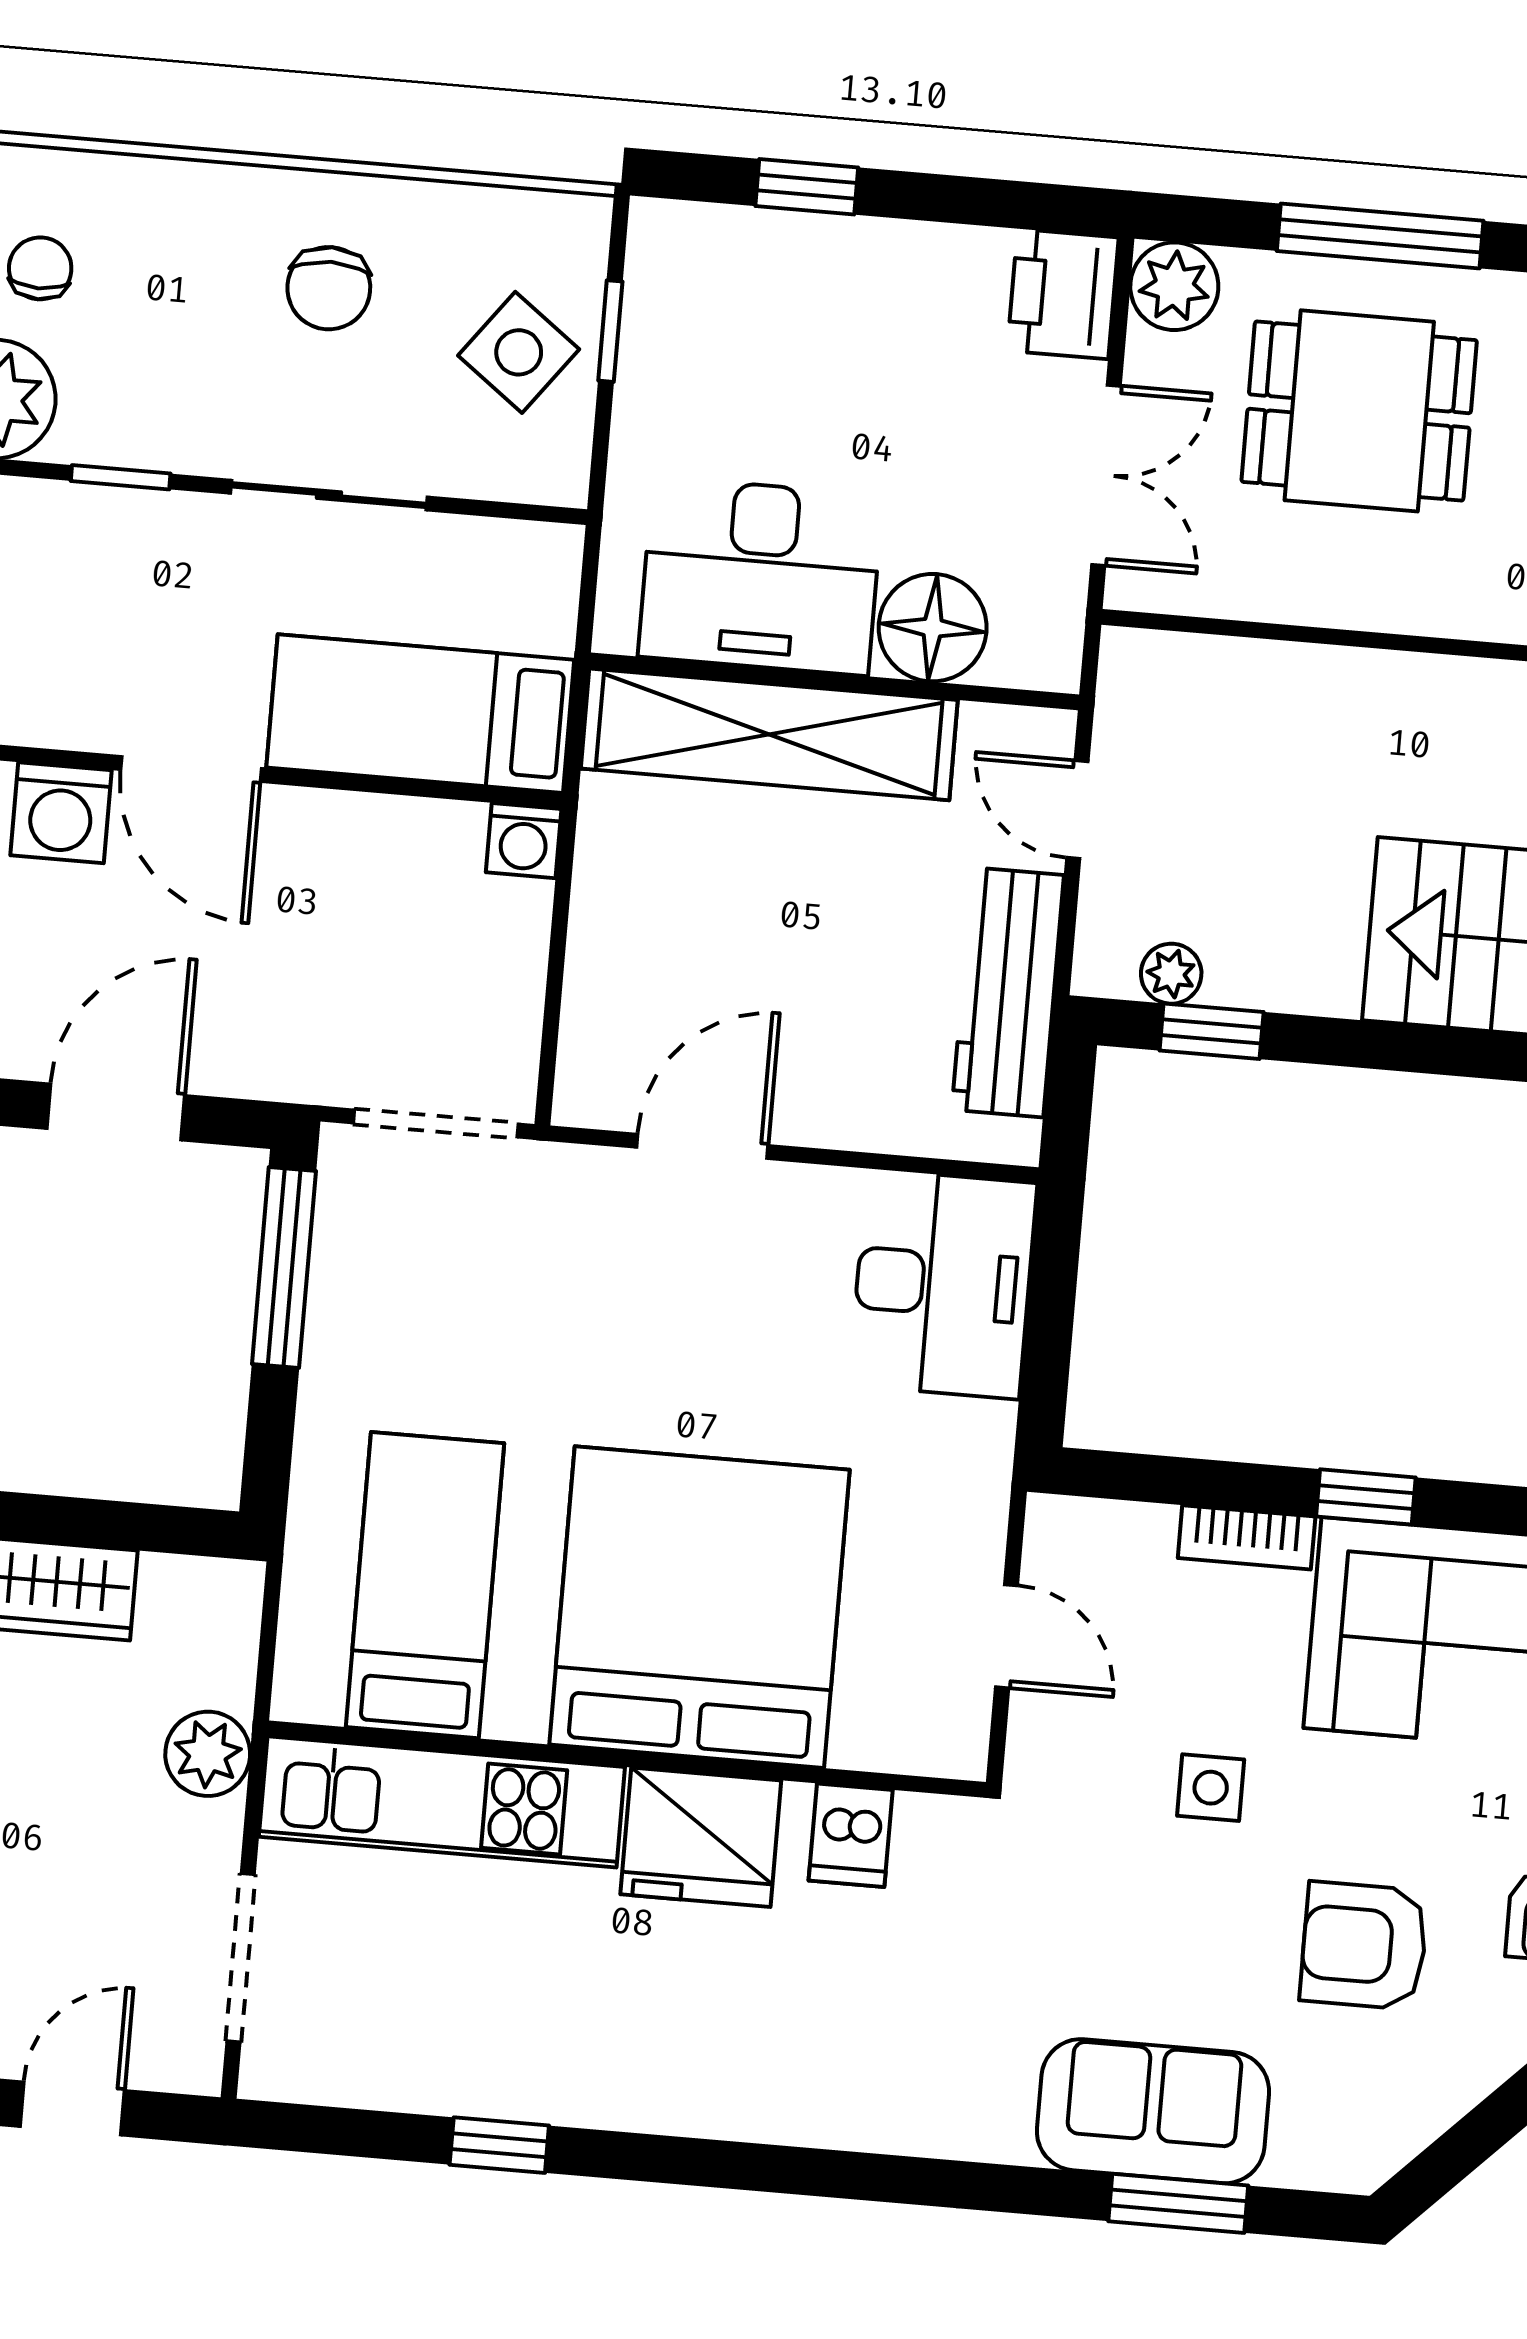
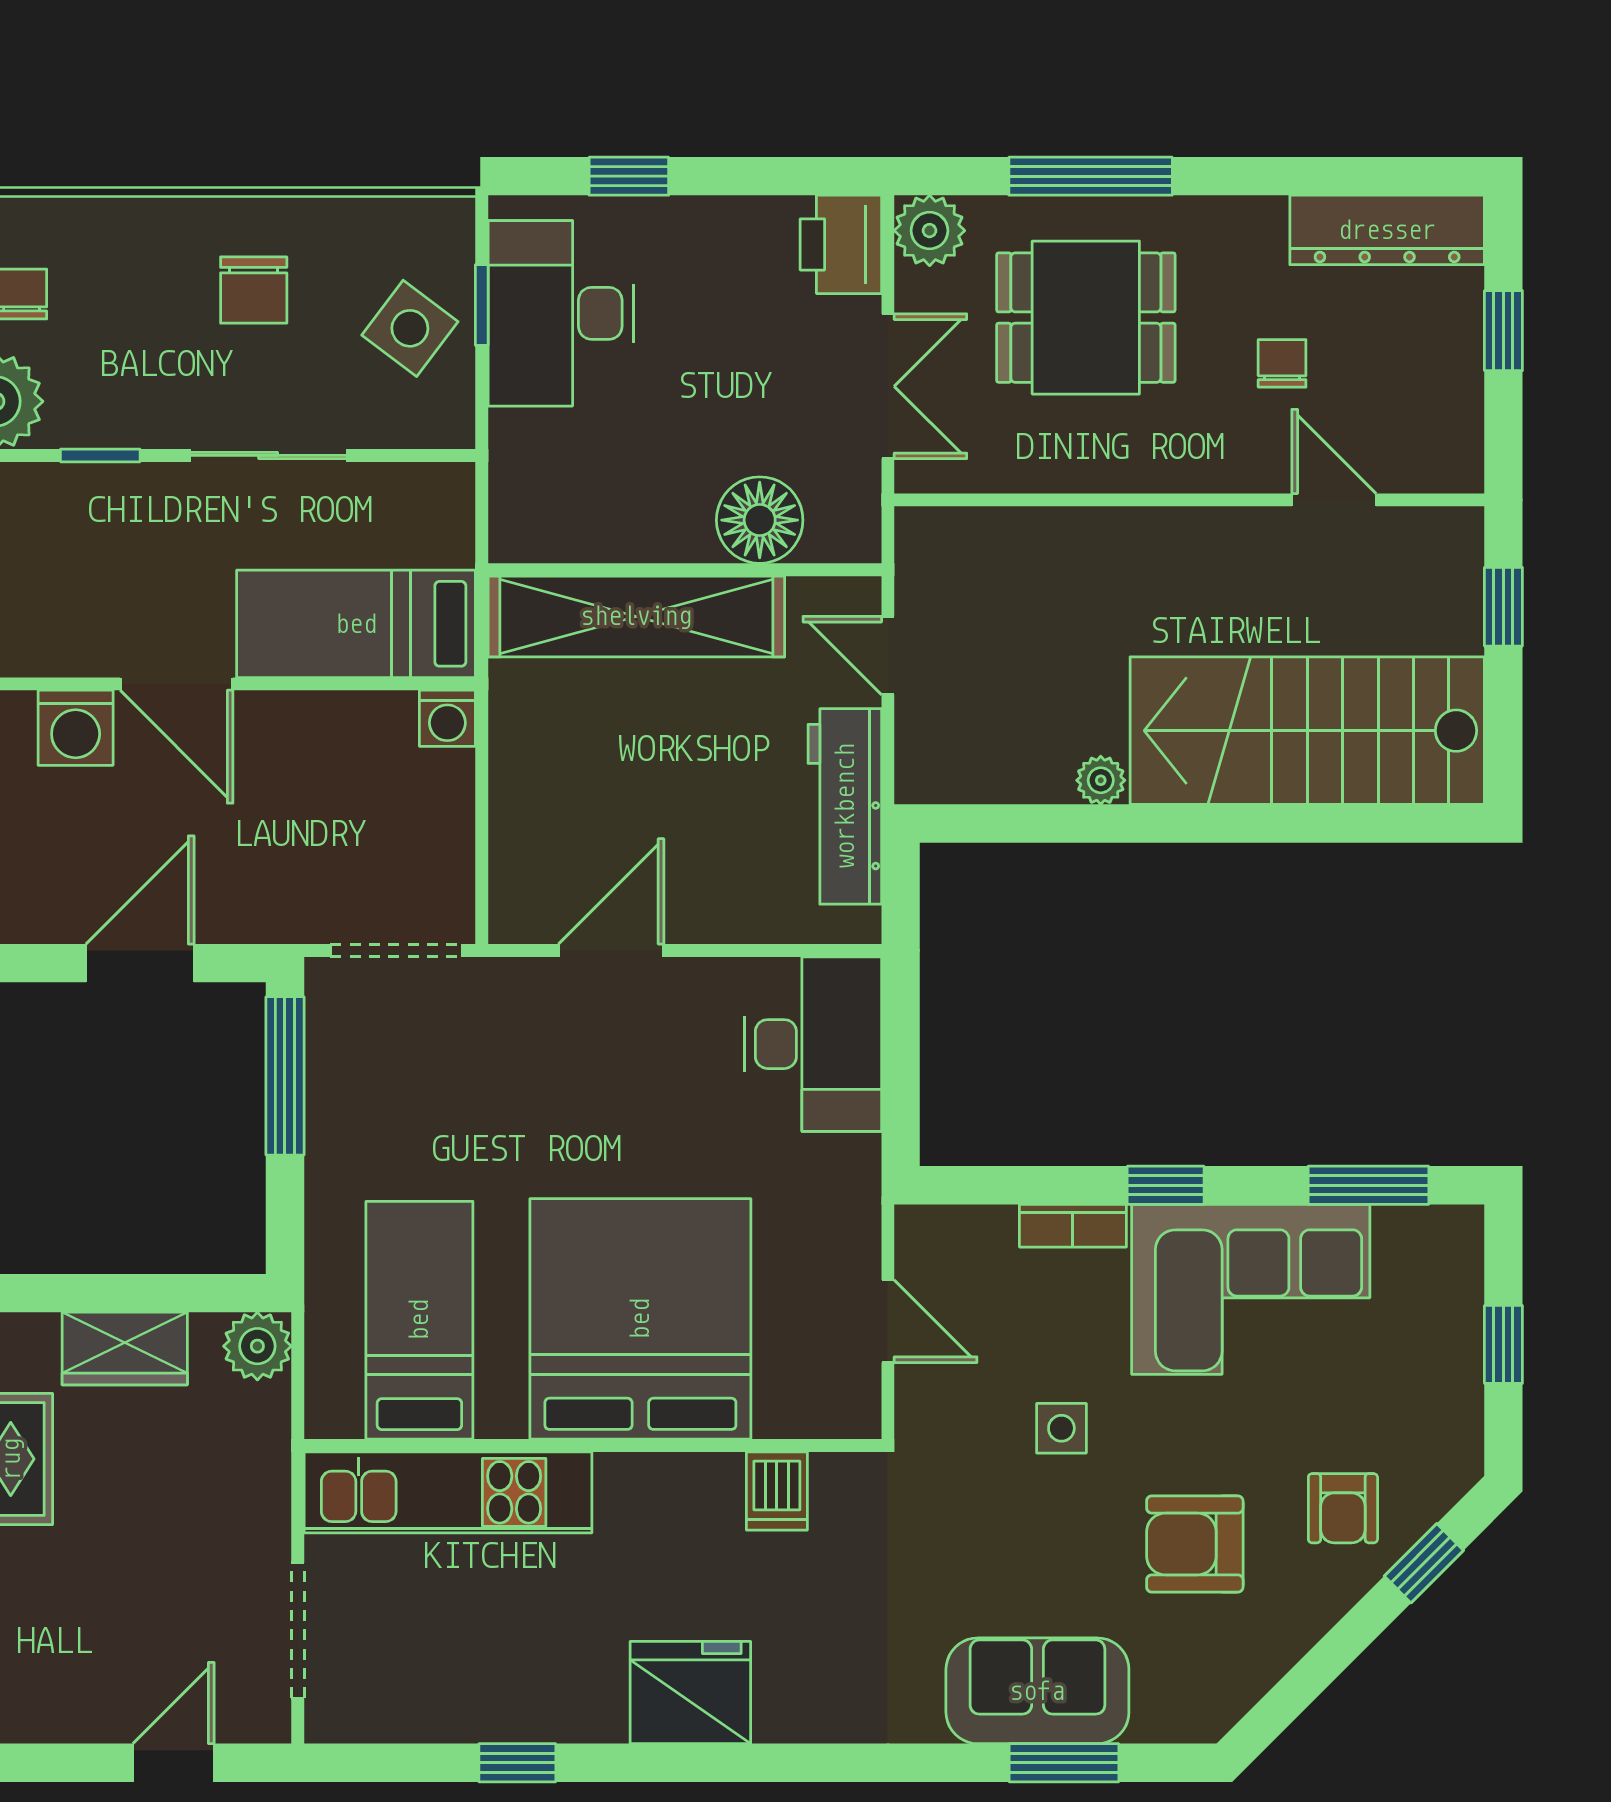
desk: (761, 576) -> (561, 313), moved, turned 90
plant: (1171, 974) -> (1101, 780), moved
window: (1212, 1031) -> (1010, 824), removed
plant: (208, 1754) -> (257, 1346), moved
fridge: (701, 1837) -> (690, 1693), moved, turned 180

